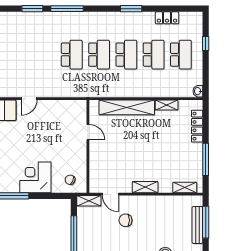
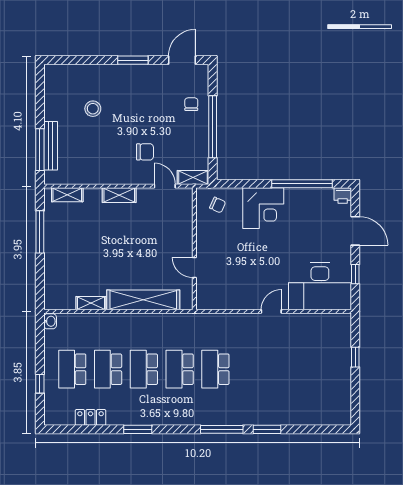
locker: (197, 126) -> (51, 275), removed

